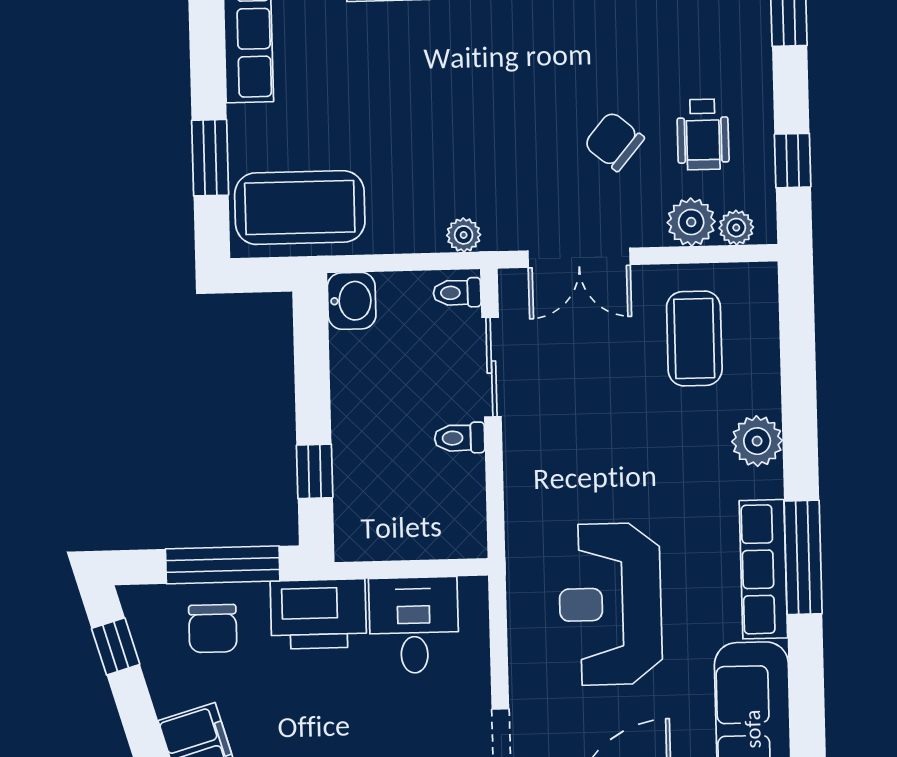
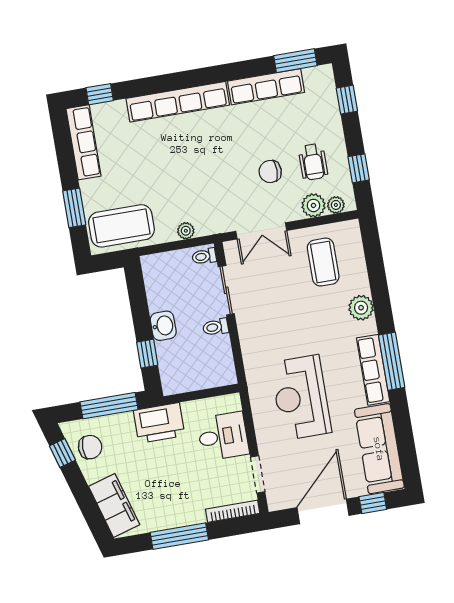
chair: (614, 141) -> (270, 171), turned -40
plant: (464, 235) -> (186, 231), moved
washbasin: (352, 301) -> (163, 326), moved
desk: (414, 625) -> (223, 436), moved, turned 90
chair: (213, 628) -> (90, 447), moved, turned -90

